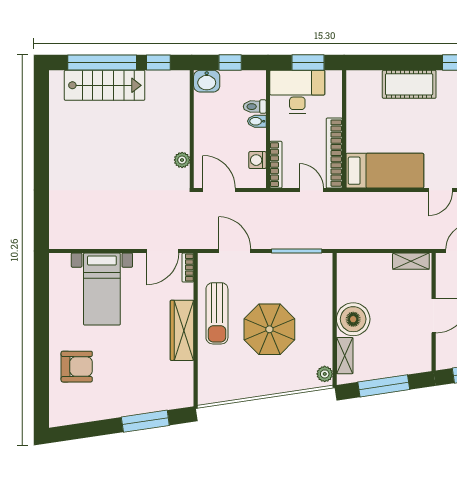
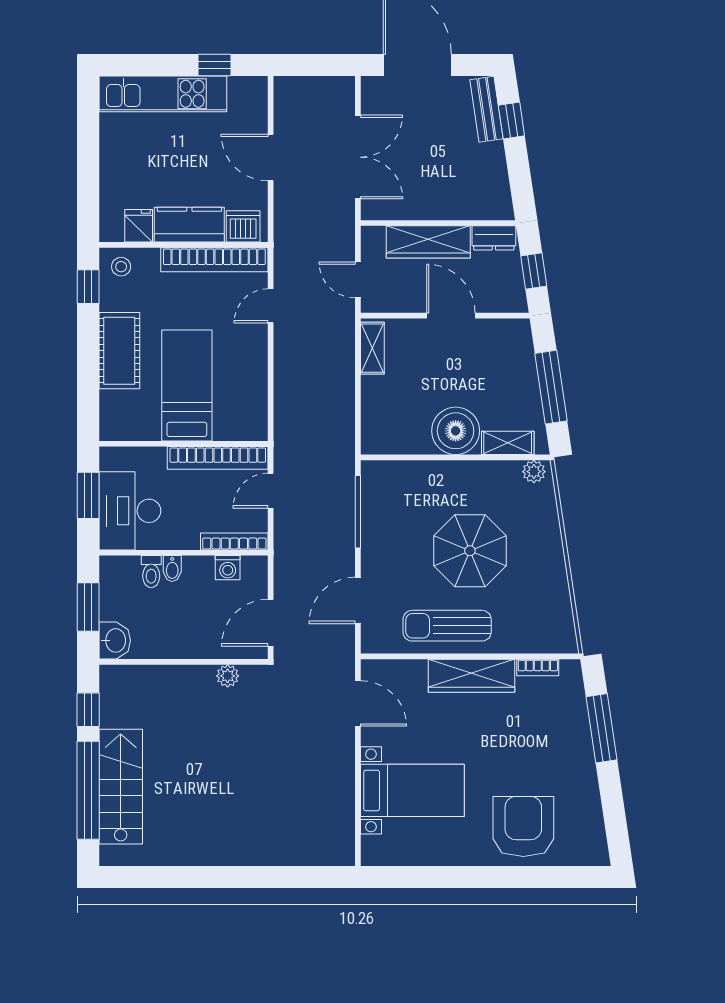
window: (230, 62) -> (88, 607), width x1.50
bed: (385, 171) -> (187, 385), moved
door: (440, 190) -> (271, 306), swing flipped
bookcase: (188, 268) -> (538, 667), moved
sun lounger: (217, 313) -> (447, 626), turned 180
armchair: (77, 367) -> (523, 826), width x1.36, depth x1.36

